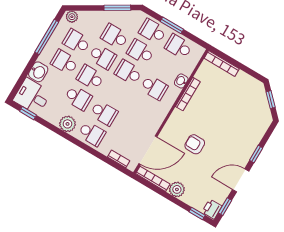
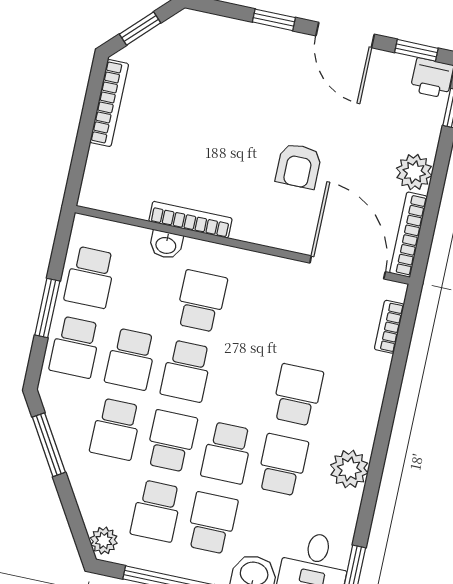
school desk: (64, 62) -> (212, 523), turned 180
bookcase: (222, 64) -> (109, 103), moved
school desk: (92, 134) -> (353, 407), removed

